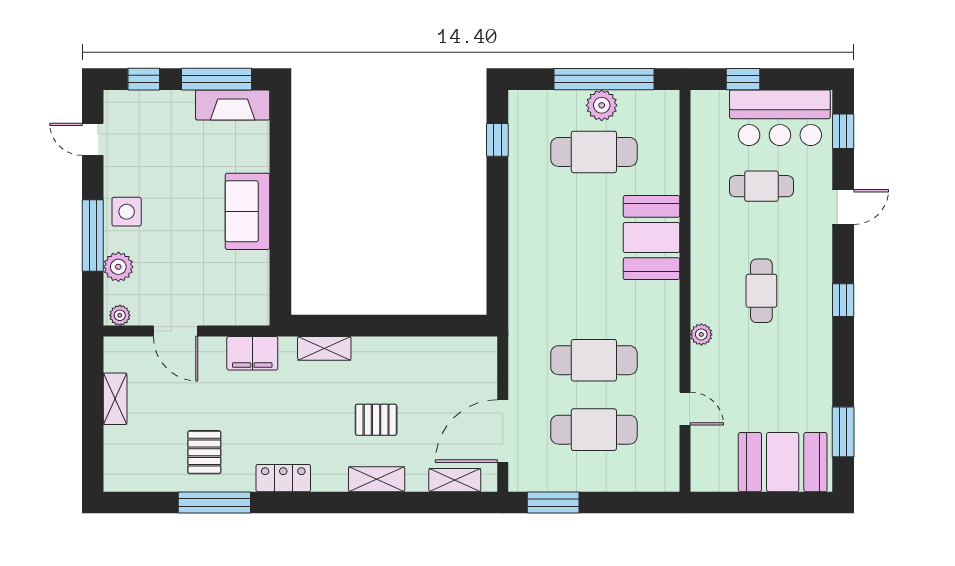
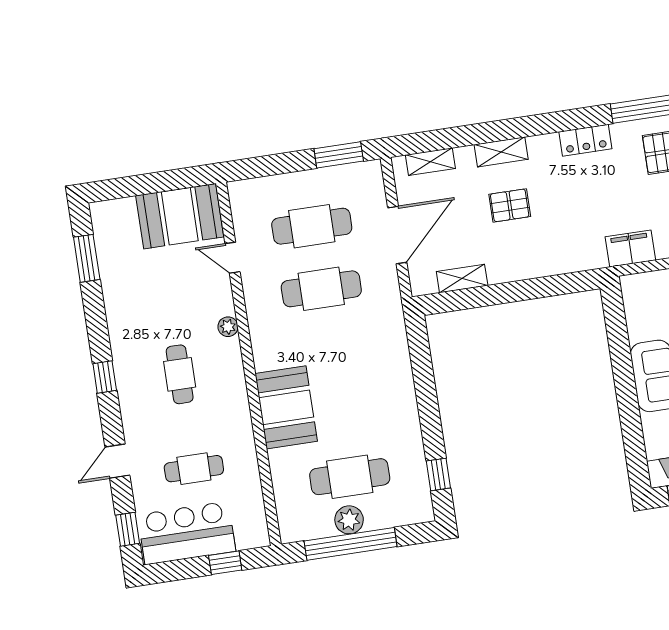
shelving: (324, 348) -> (462, 278), moved
door: (503, 431) -> (397, 235), moved
booth: (783, 462) -> (180, 216), moved

